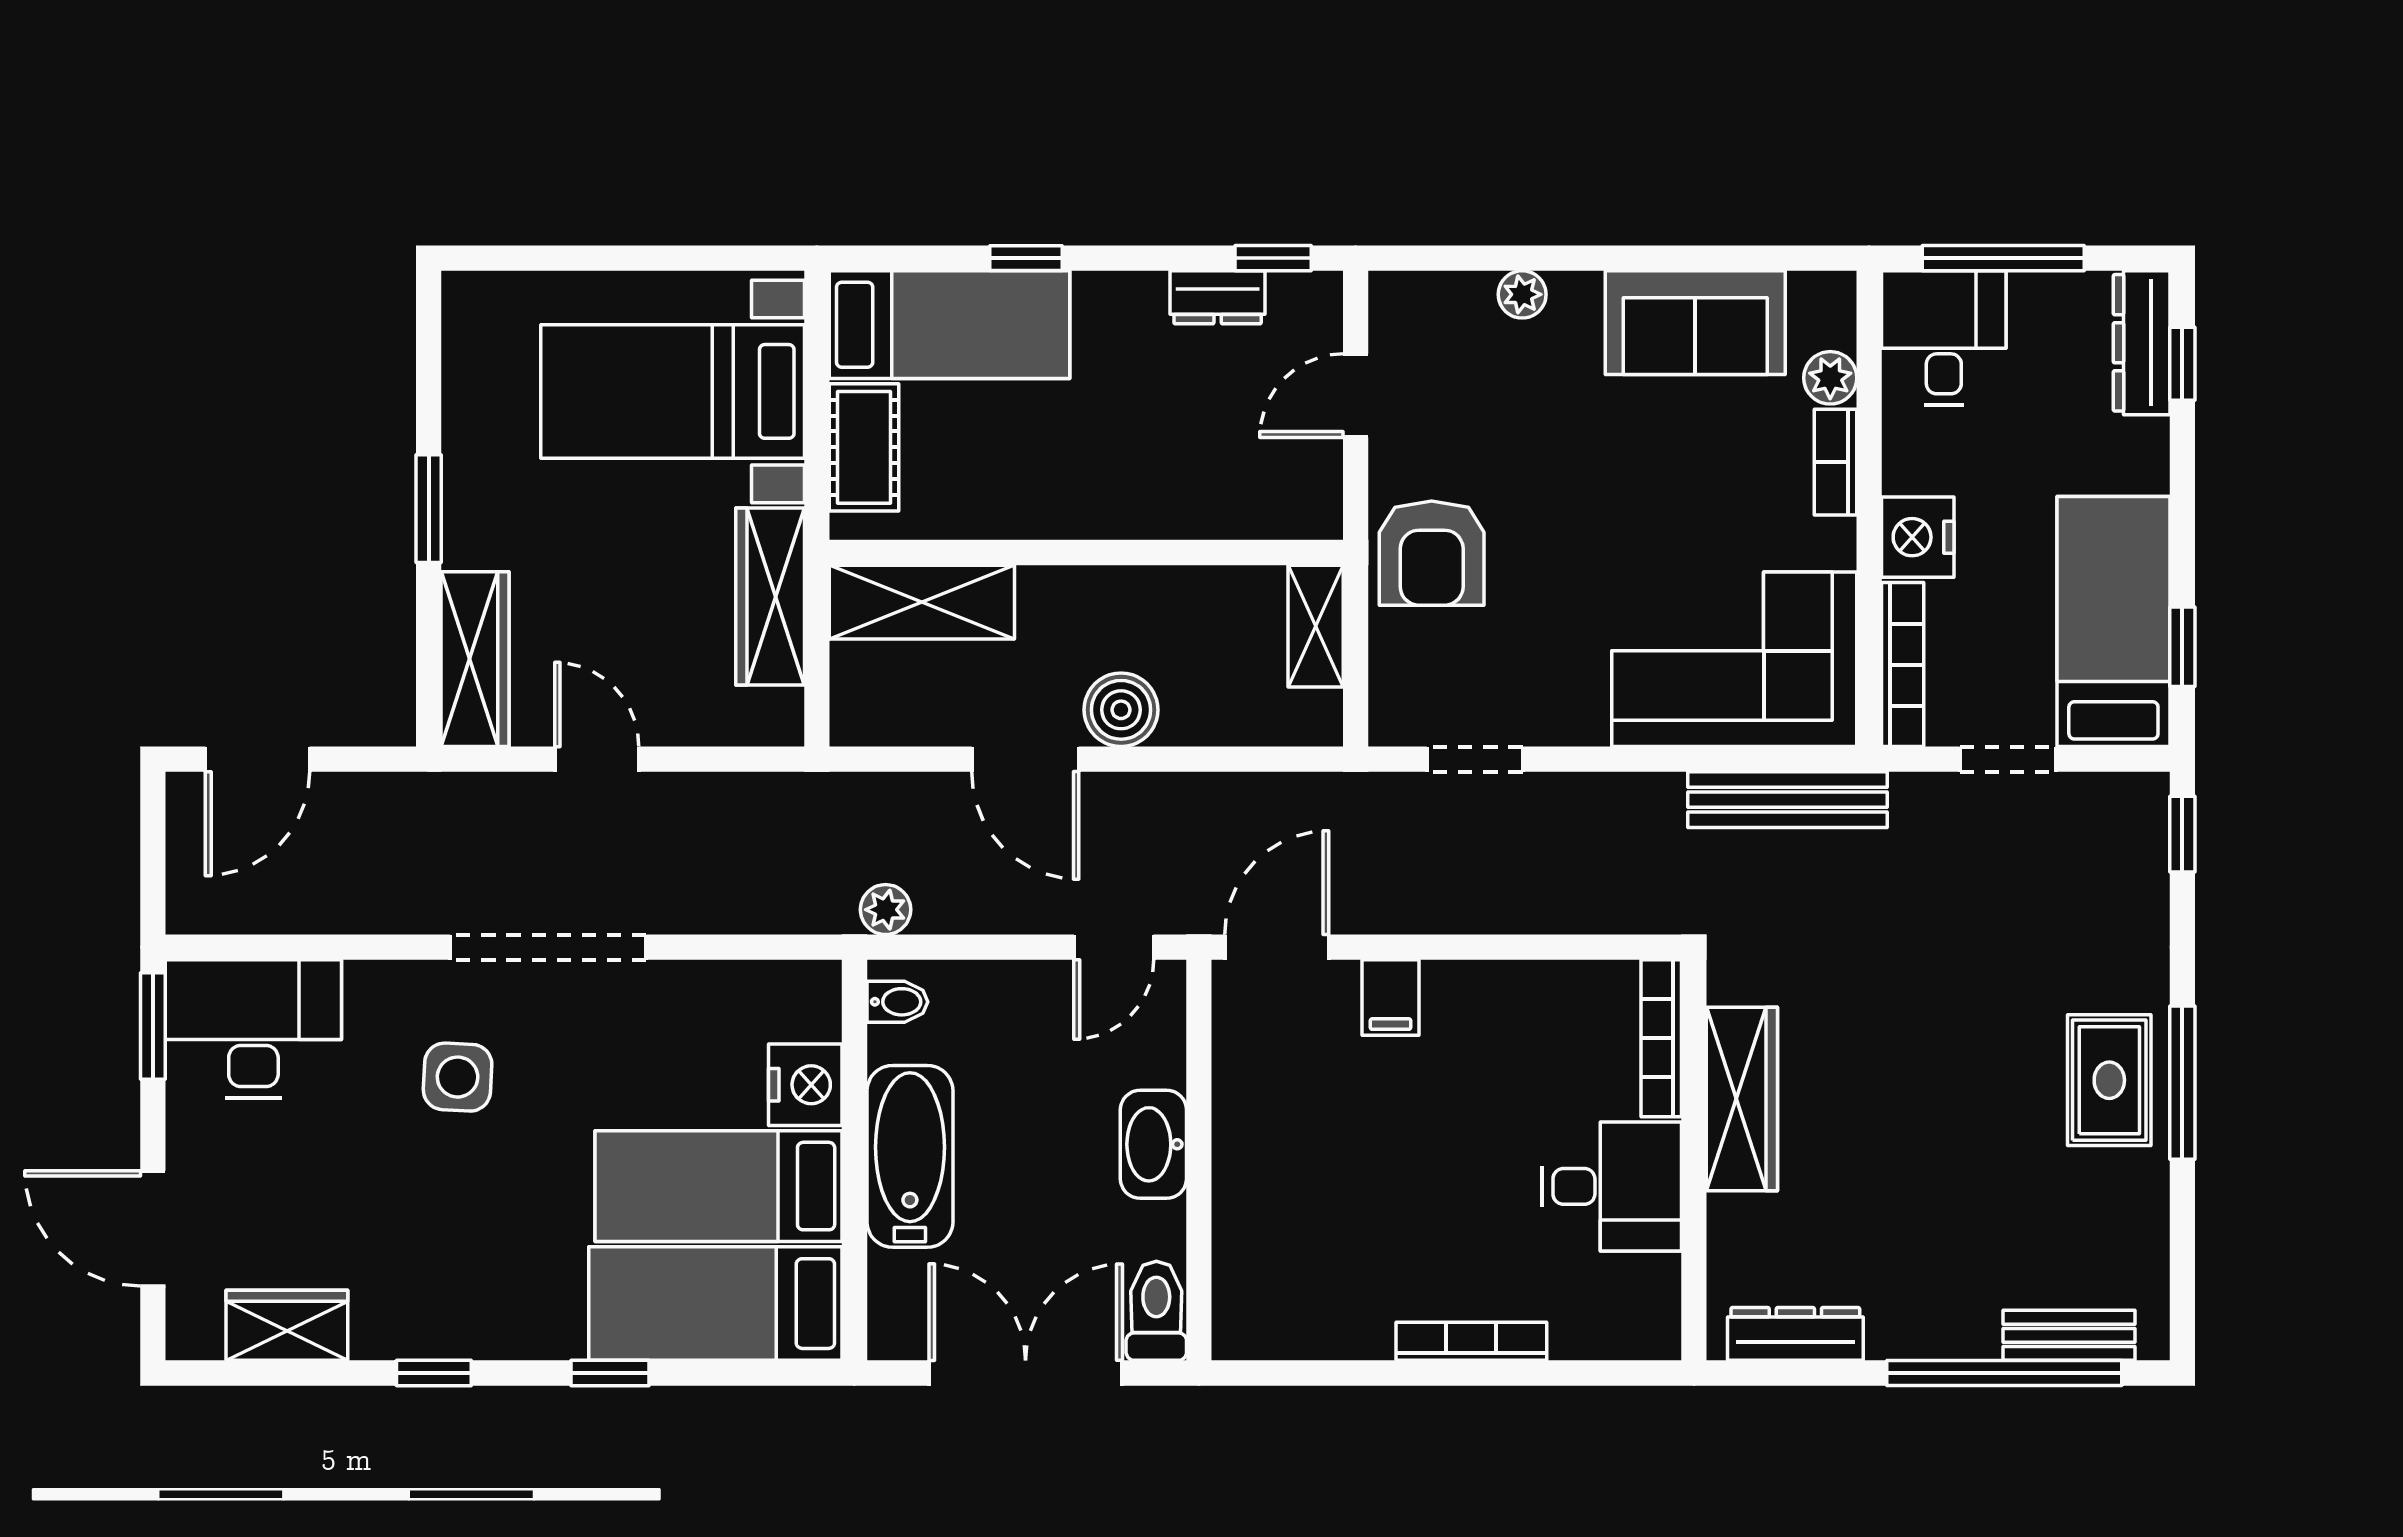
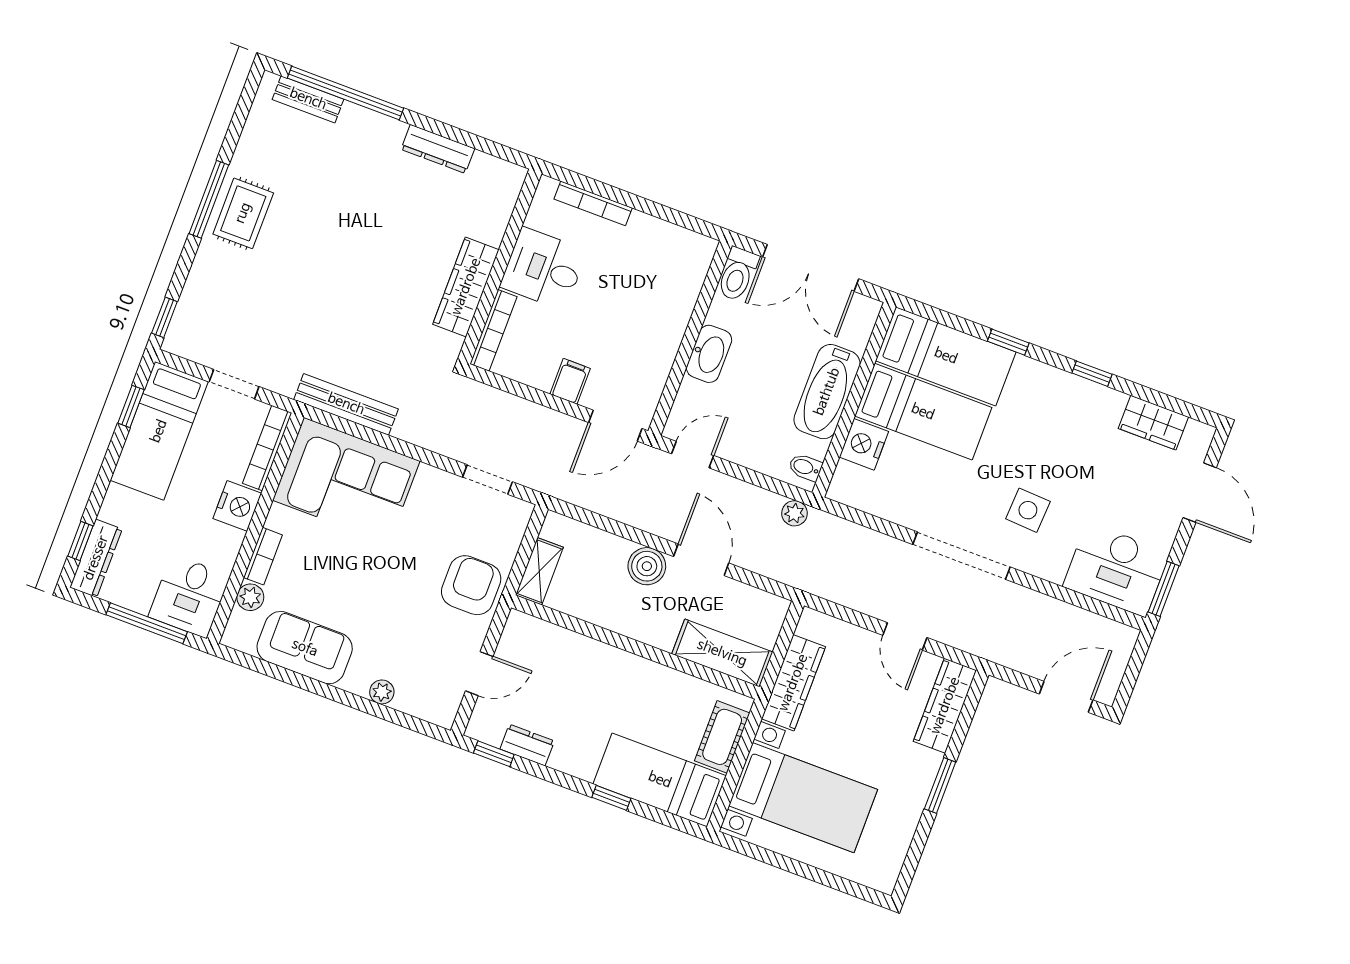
bookcase: (1661, 1038) -> (493, 330), moved
wardrobe: (1742, 1099) -> (466, 287), moved
wall: (1694, 1160) -> (500, 267), moved
desk: (1612, 1186) -> (543, 269), moved

